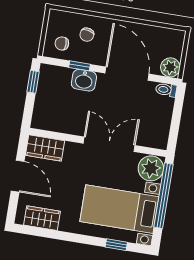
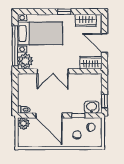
washbasin: (84, 80) -> (92, 107), moved
window: (116, 245) -> (64, 12), moved

